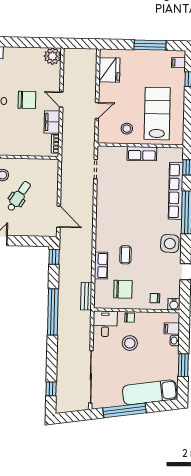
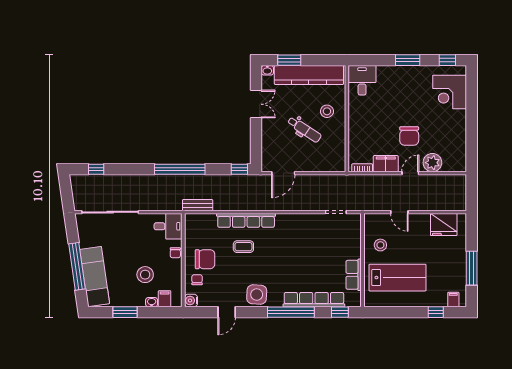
plant: (52, 56) -> (432, 163), moved
row of seats: (142, 154) -> (354, 275), moved
row of seats: (101, 265) -> (246, 220), width x2.02
chair: (123, 289) -> (205, 259), moved, turned -90
stool: (130, 343) -> (145, 275), moved
window: (125, 410) -> (77, 266), moved

